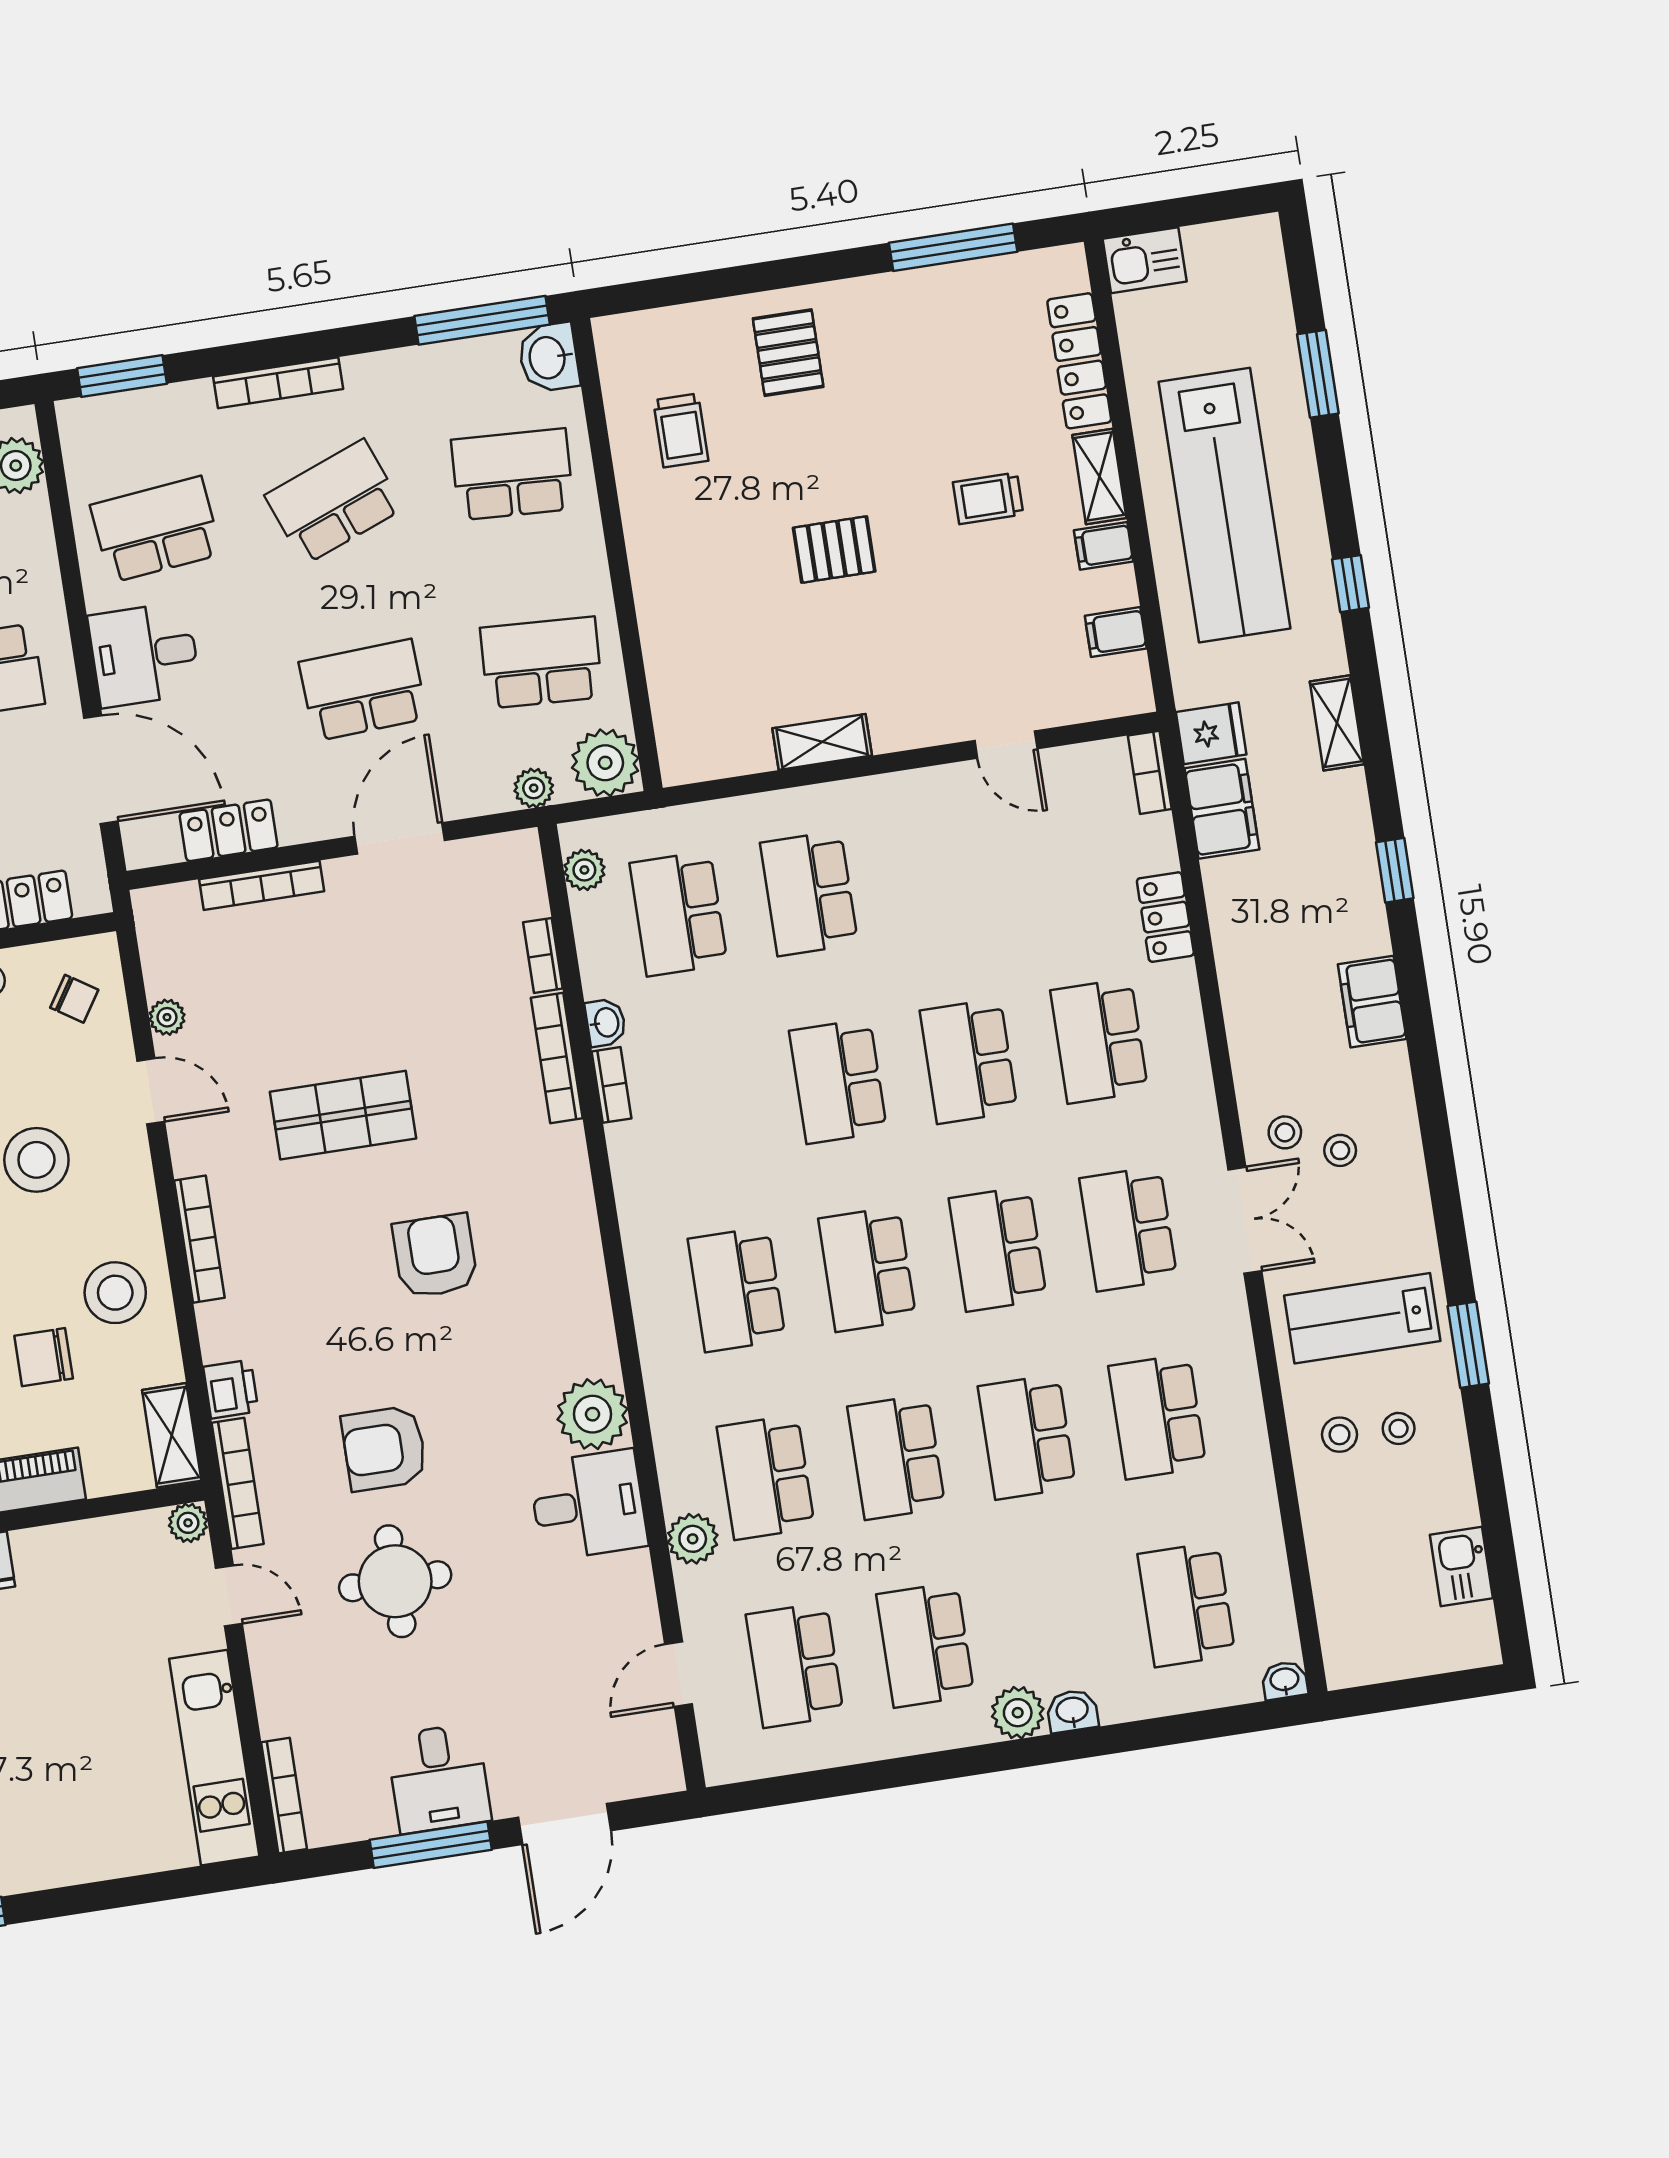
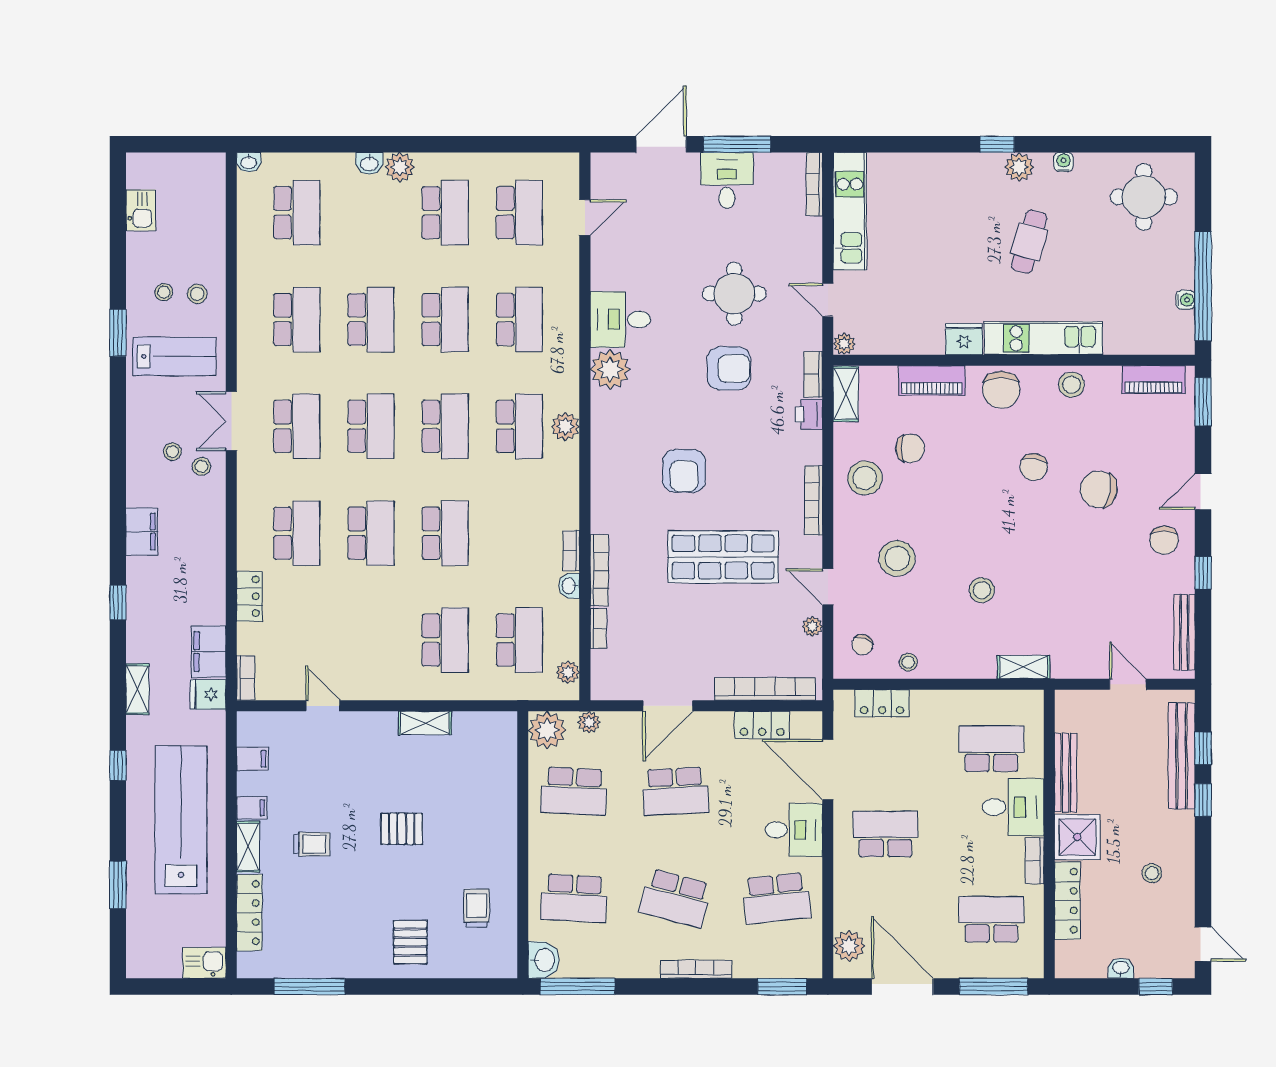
school desk: (334, 502) -> (675, 898), turned 36
bookcase: (262, 885) -> (765, 689), width x1.48, depth x1.31
chair: (74, 999) -> (862, 645), turned -104
shop shelf: (343, 1115) -> (723, 557), width x1.43, depth x1.36
bookcase: (238, 1483) -> (813, 374), width x0.64
plant: (693, 1539) -> (565, 427), moved

